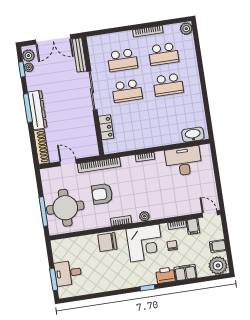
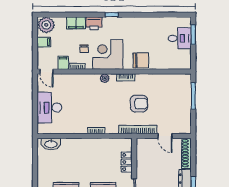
desk: (184, 161) -> (49, 108), moved, turned 90
round table: (65, 208) -> (173, 96), removed

